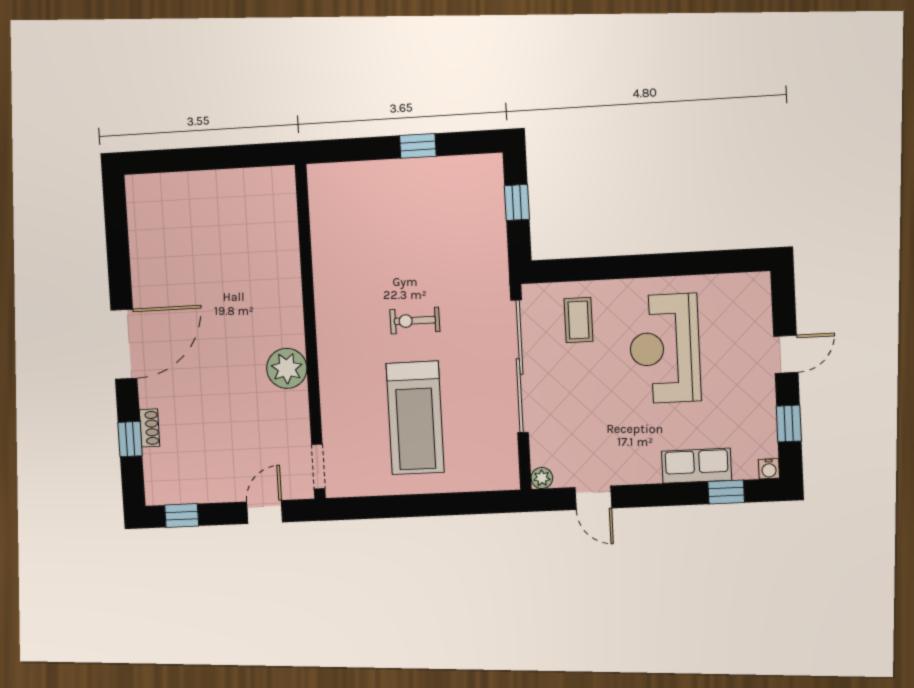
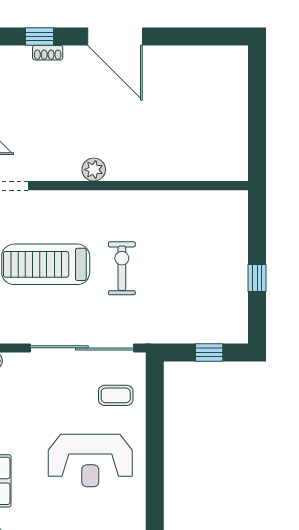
exercise bike: (415, 321) -> (122, 268), width x1.38, depth x1.39
reception desk: (665, 349) -> (90, 461), turned 180
plant: (287, 368) -> (94, 170), width x0.73, depth x0.73

